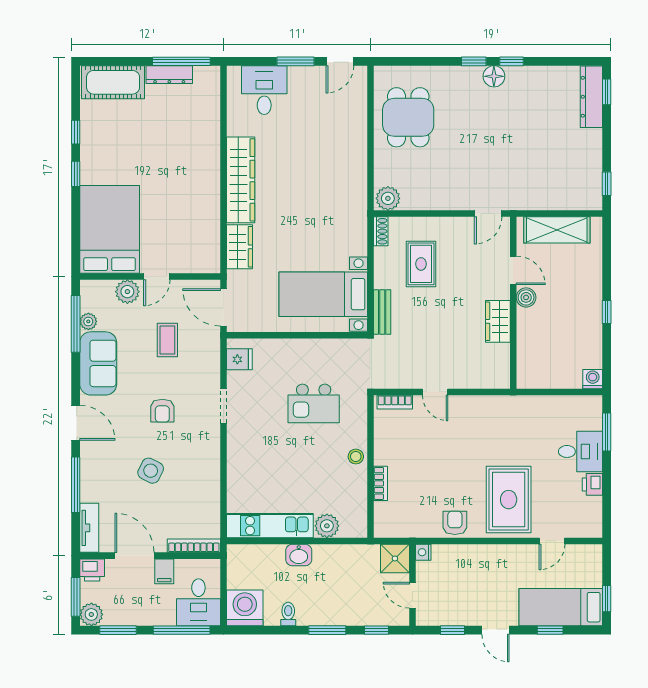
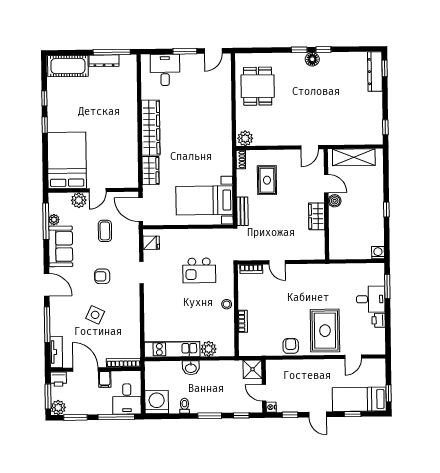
armchair: (162, 411) -> (102, 276), turned 90
nightstand: (423, 552) -> (271, 407), moved

